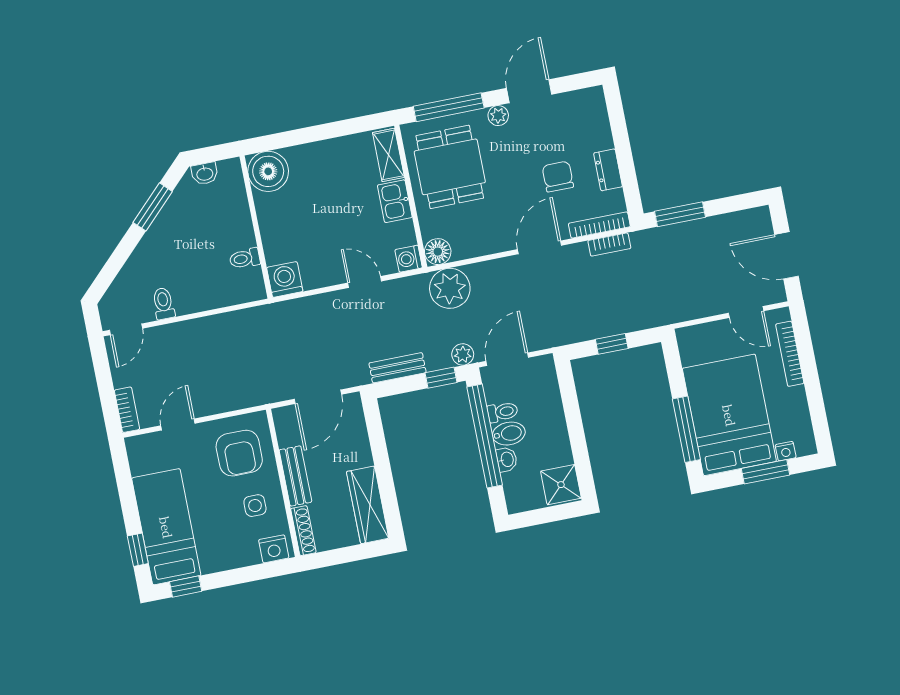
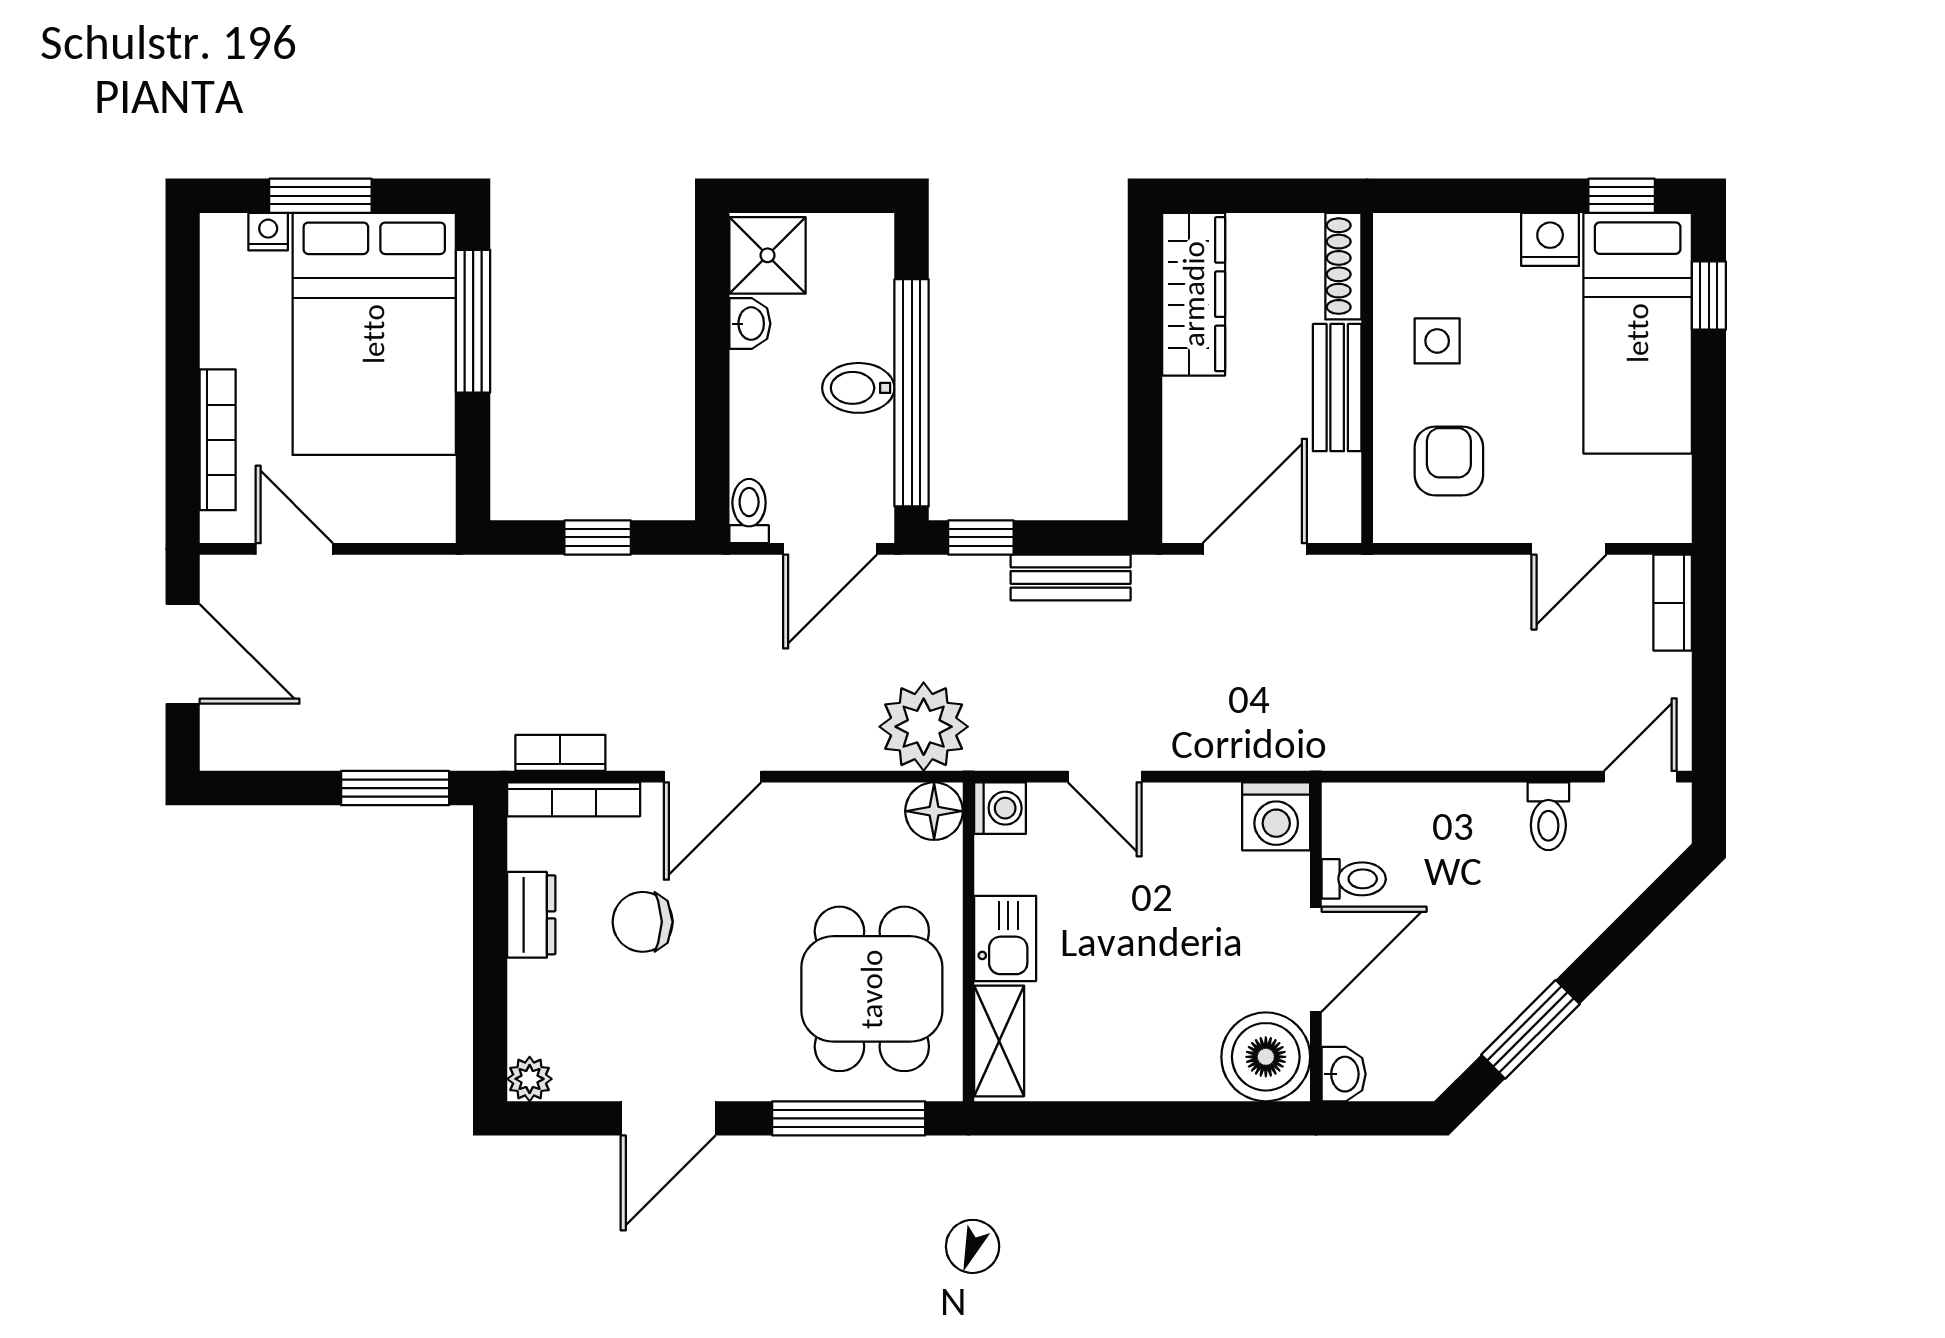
plant: (498, 116) -> (530, 1079), moved
washbasin: (205, 174) -> (1344, 1074), moved, turned 90
chair: (558, 177) -> (643, 922), turned 90
door: (254, 219) -> (1316, 959), added
plant: (463, 354) -> (924, 578), removed
toilet: (503, 412) -> (749, 511), moved, turned 90
armchair: (239, 453) -> (1449, 461), width x0.72, depth x0.72
washbasin: (507, 459) -> (750, 324), moved, turned 180
nightstand: (274, 549) -> (1550, 239), moved

